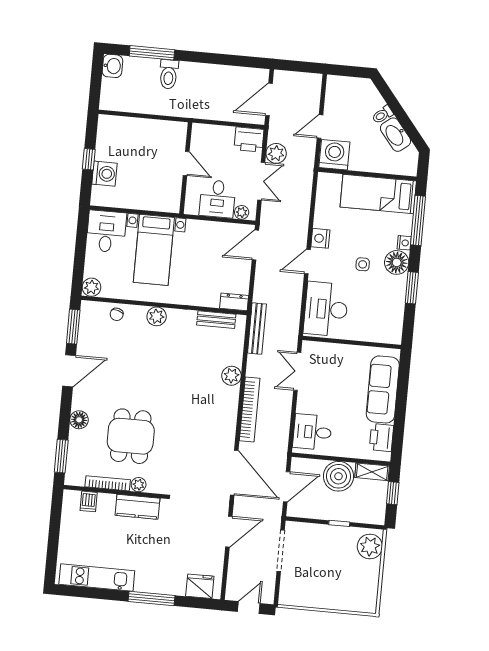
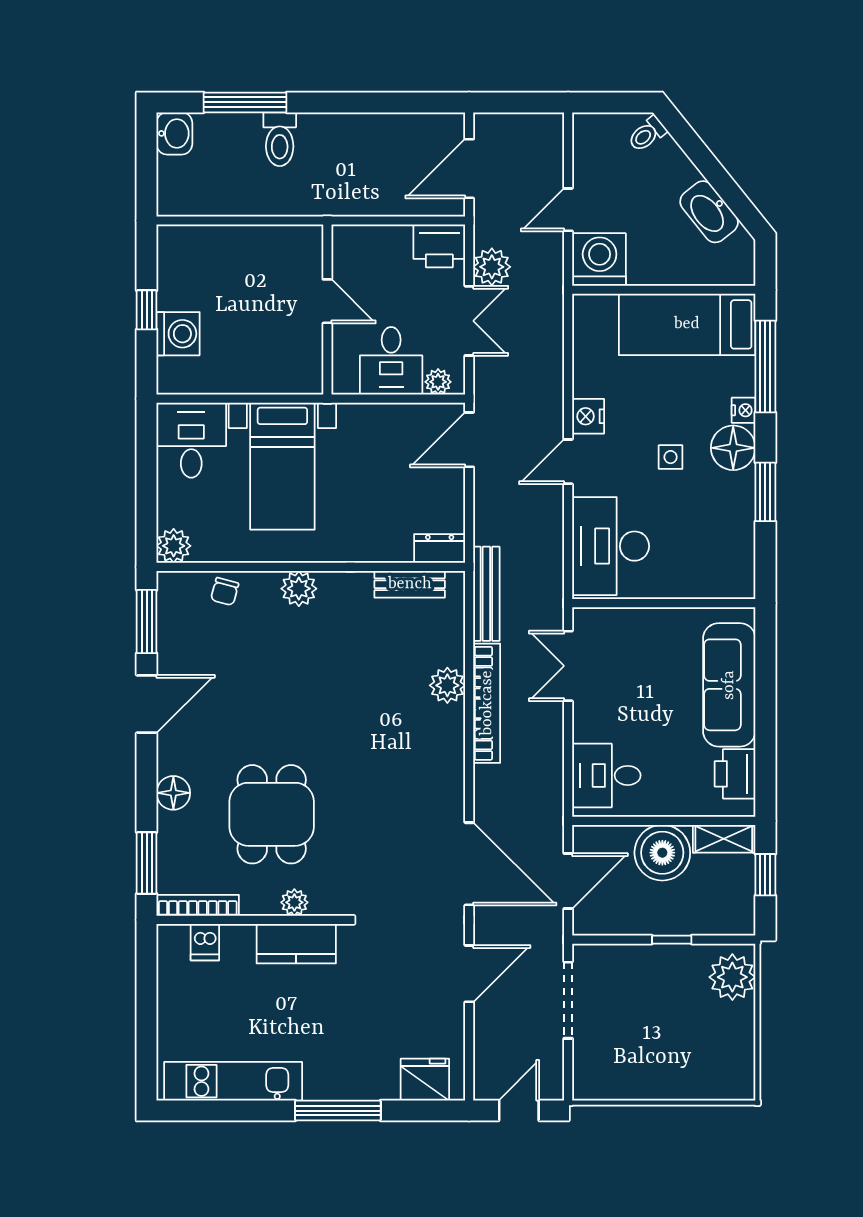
toilet: (383, 115) -> (647, 134), moved
bookcase: (250, 409) -> (487, 703), moved
bookcase: (108, 483) -> (198, 905), moved

